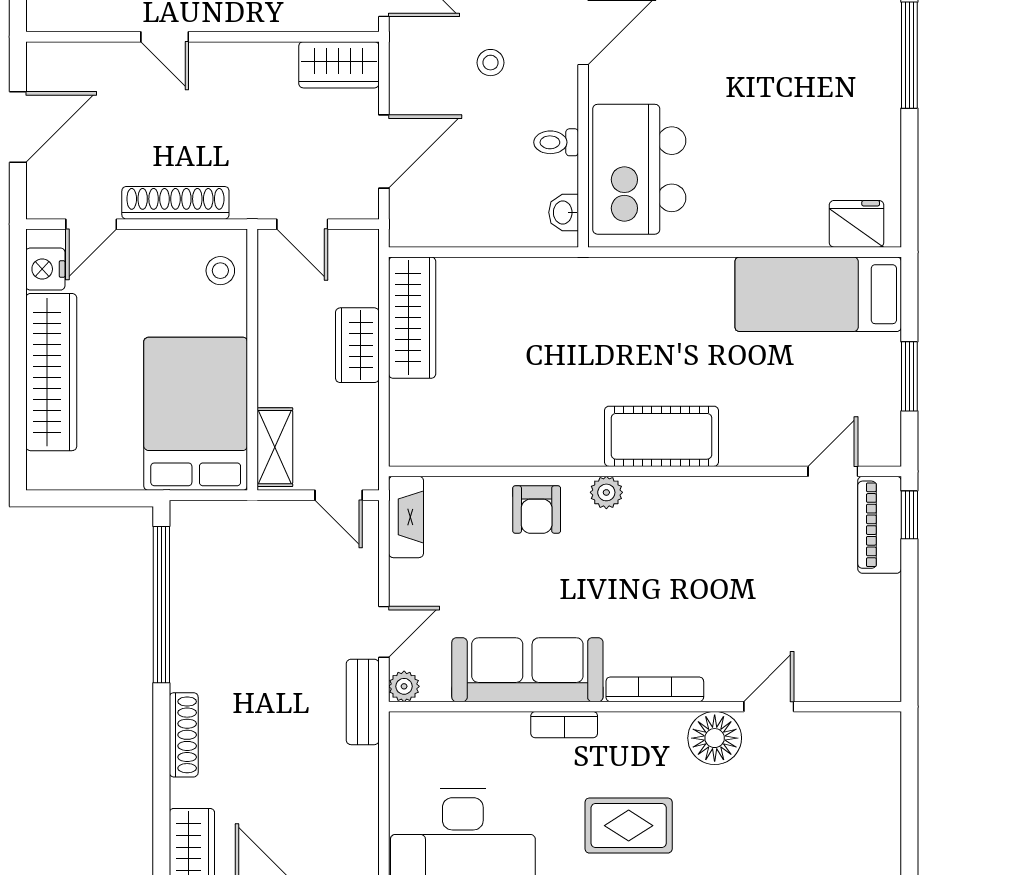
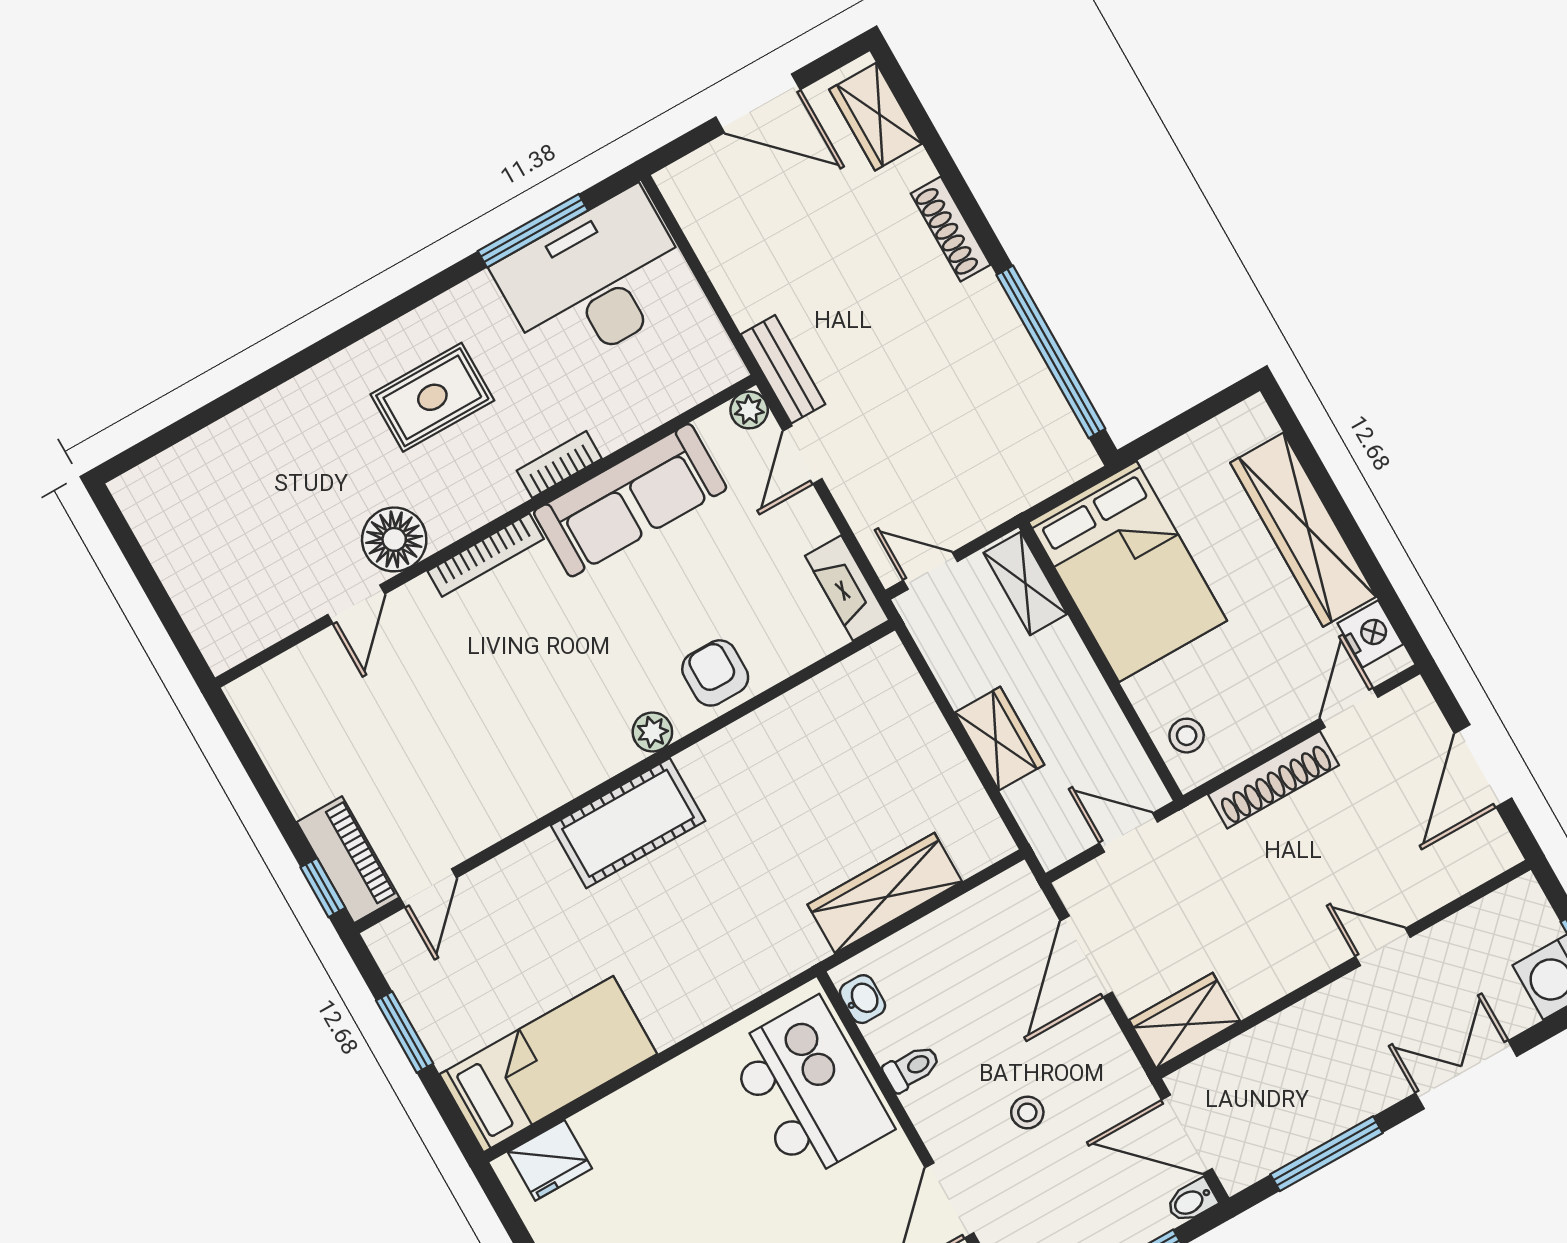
wardrobe: (412, 318) -> (885, 893), moved, turned 90

